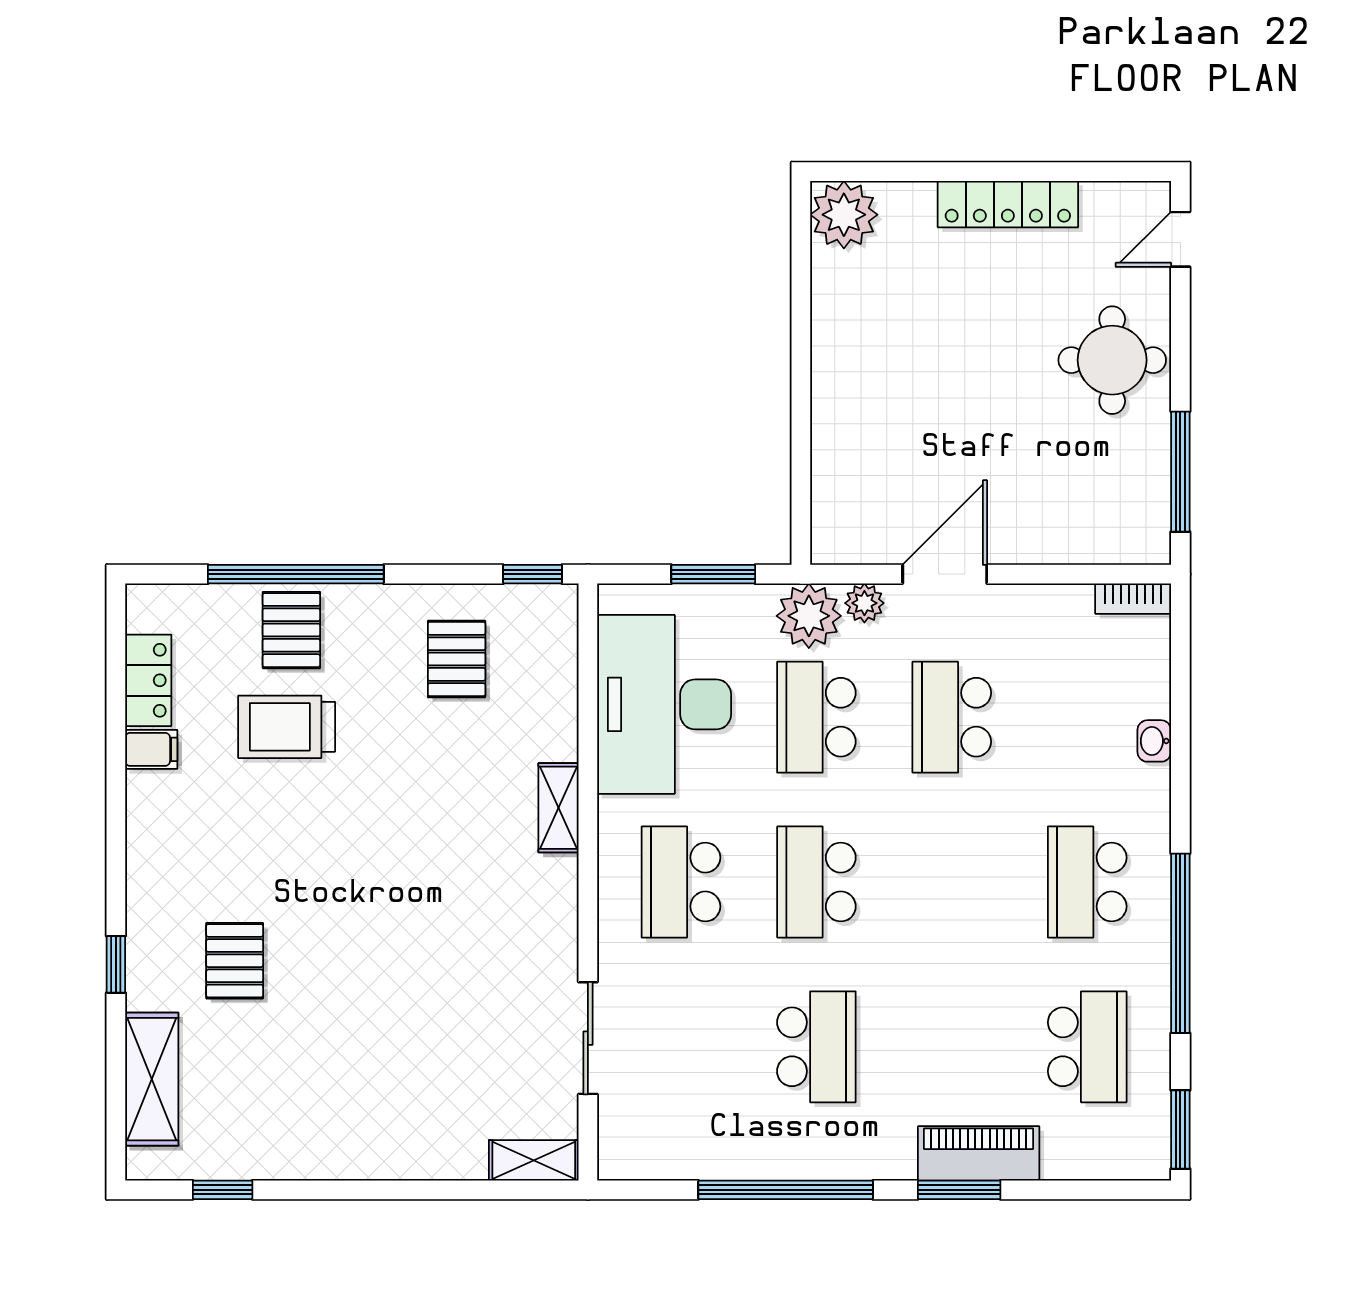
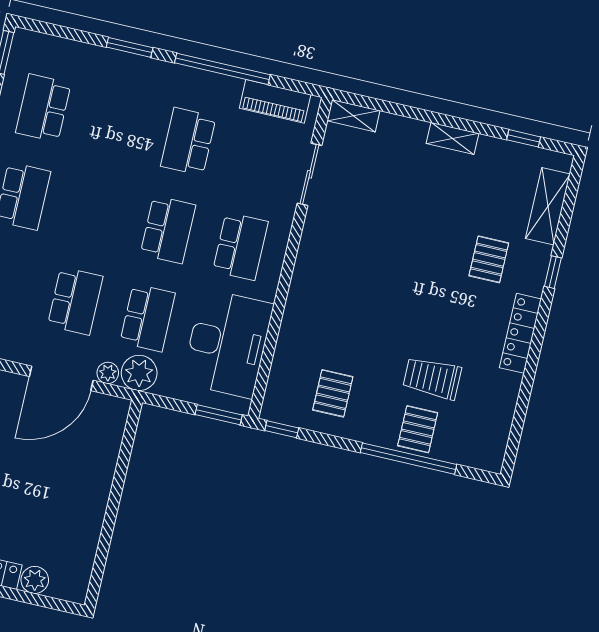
plant: (844, 215) -> (35, 580), moved, width x0.73, depth x0.73
window: (713, 574) -> (219, 415), moved
door: (945, 574) -> (61, 378), width x1.36
locker: (148, 680) -> (520, 333), moved, width x1.53
trolley: (287, 727) -> (432, 378), turned 180
filing cabinet: (151, 749) -> (507, 383), removed
shelving: (559, 808) -> (452, 138), moved, turned 90
piano: (979, 1153) -> (275, 101), moved

